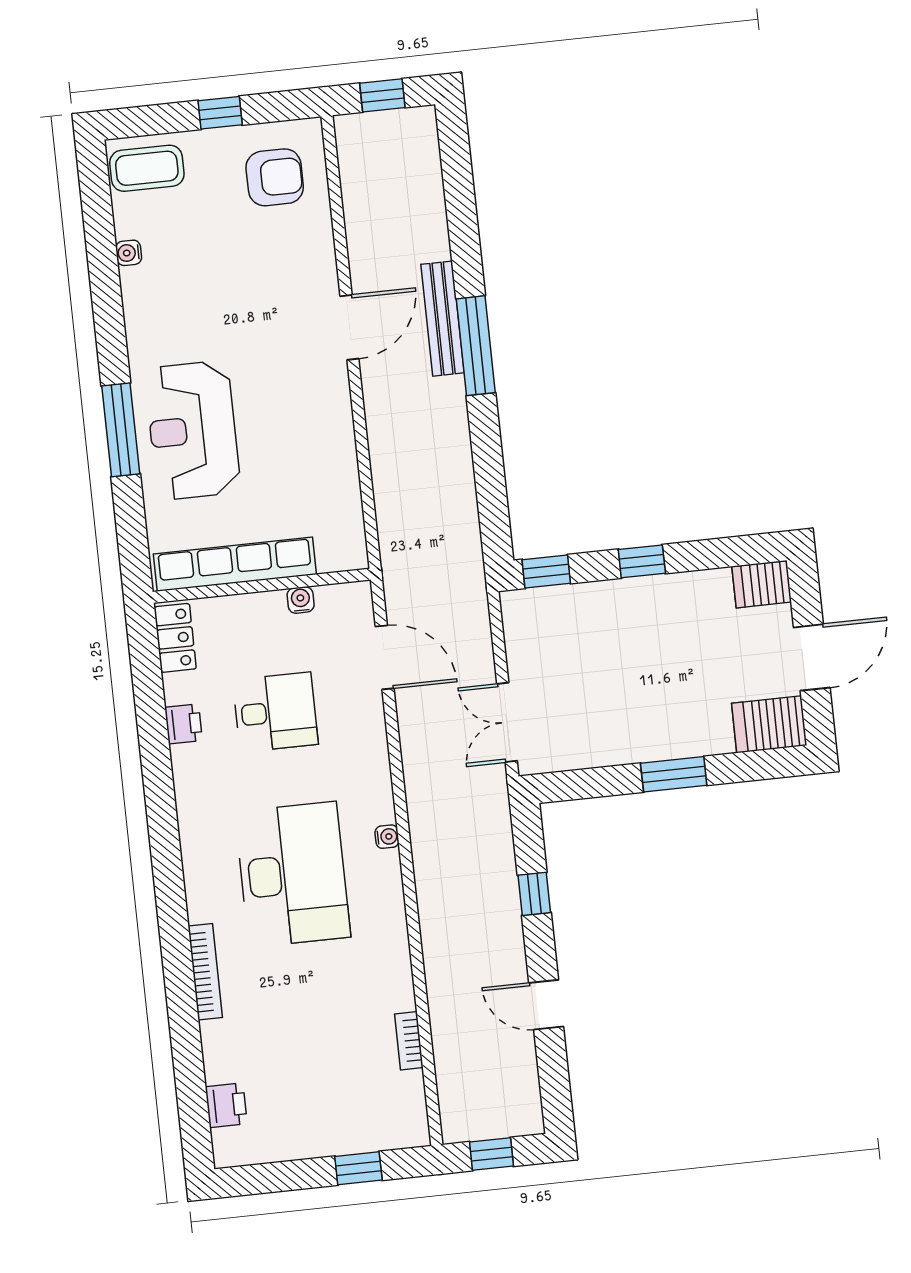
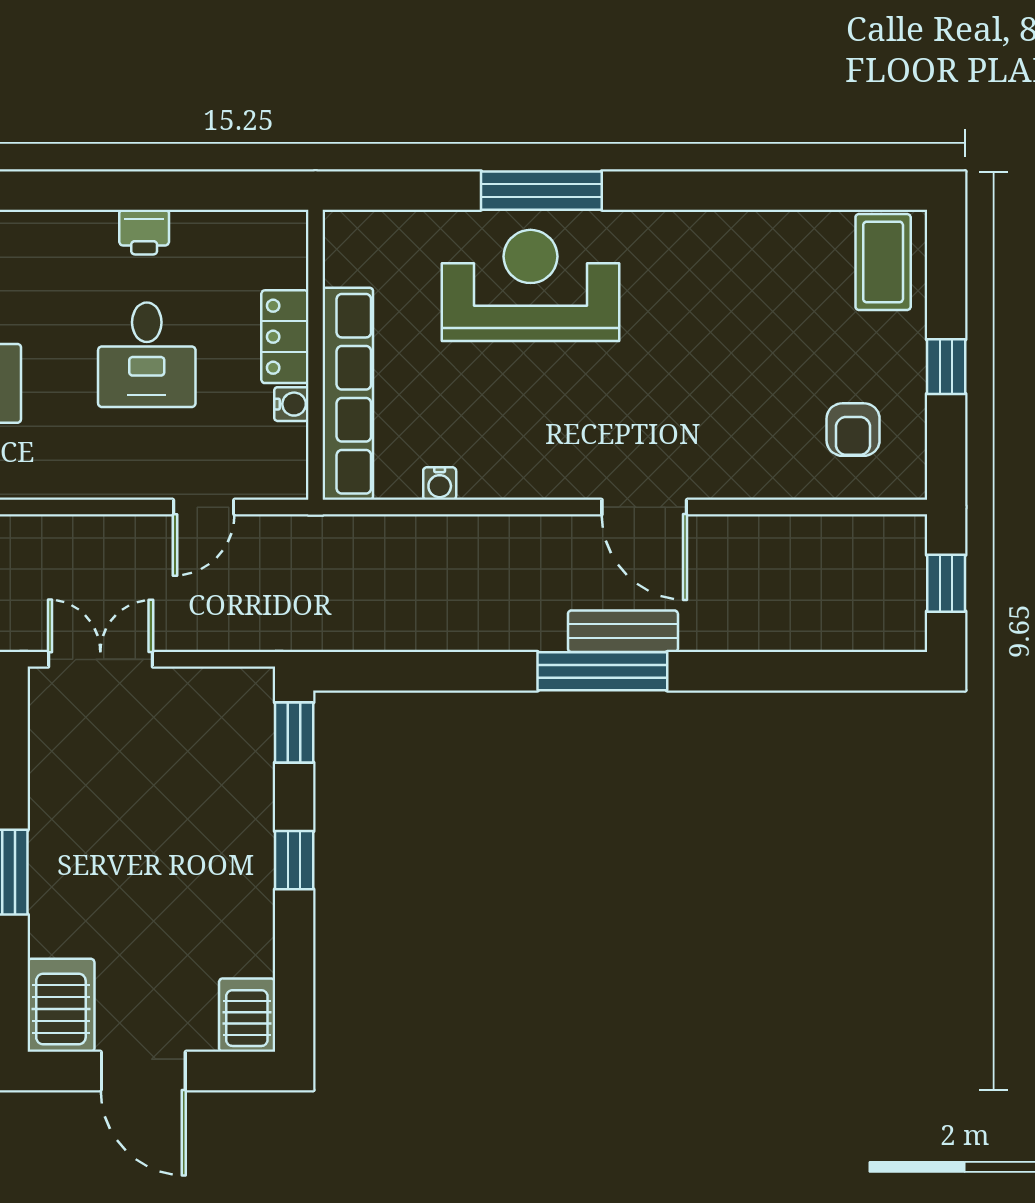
armchair: (275, 177) -> (853, 430), width x0.72, depth x0.72
water cooler: (129, 253) -> (440, 484), moved, turned 180
bench: (443, 319) -> (623, 631), width x0.73
row of seats: (235, 564) -> (348, 394), moved
locker: (175, 638) -> (285, 337), moved, turned 90
door: (385, 657) -> (204, 507), width x0.73

